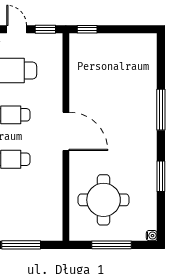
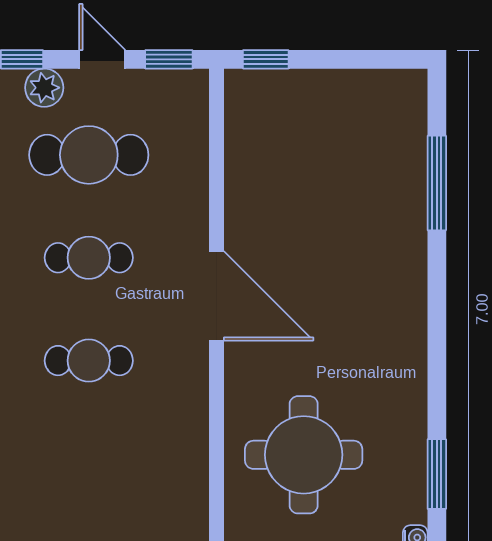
window: (161, 110) -> (437, 183), moved
window: (161, 176) -> (437, 474), moved

